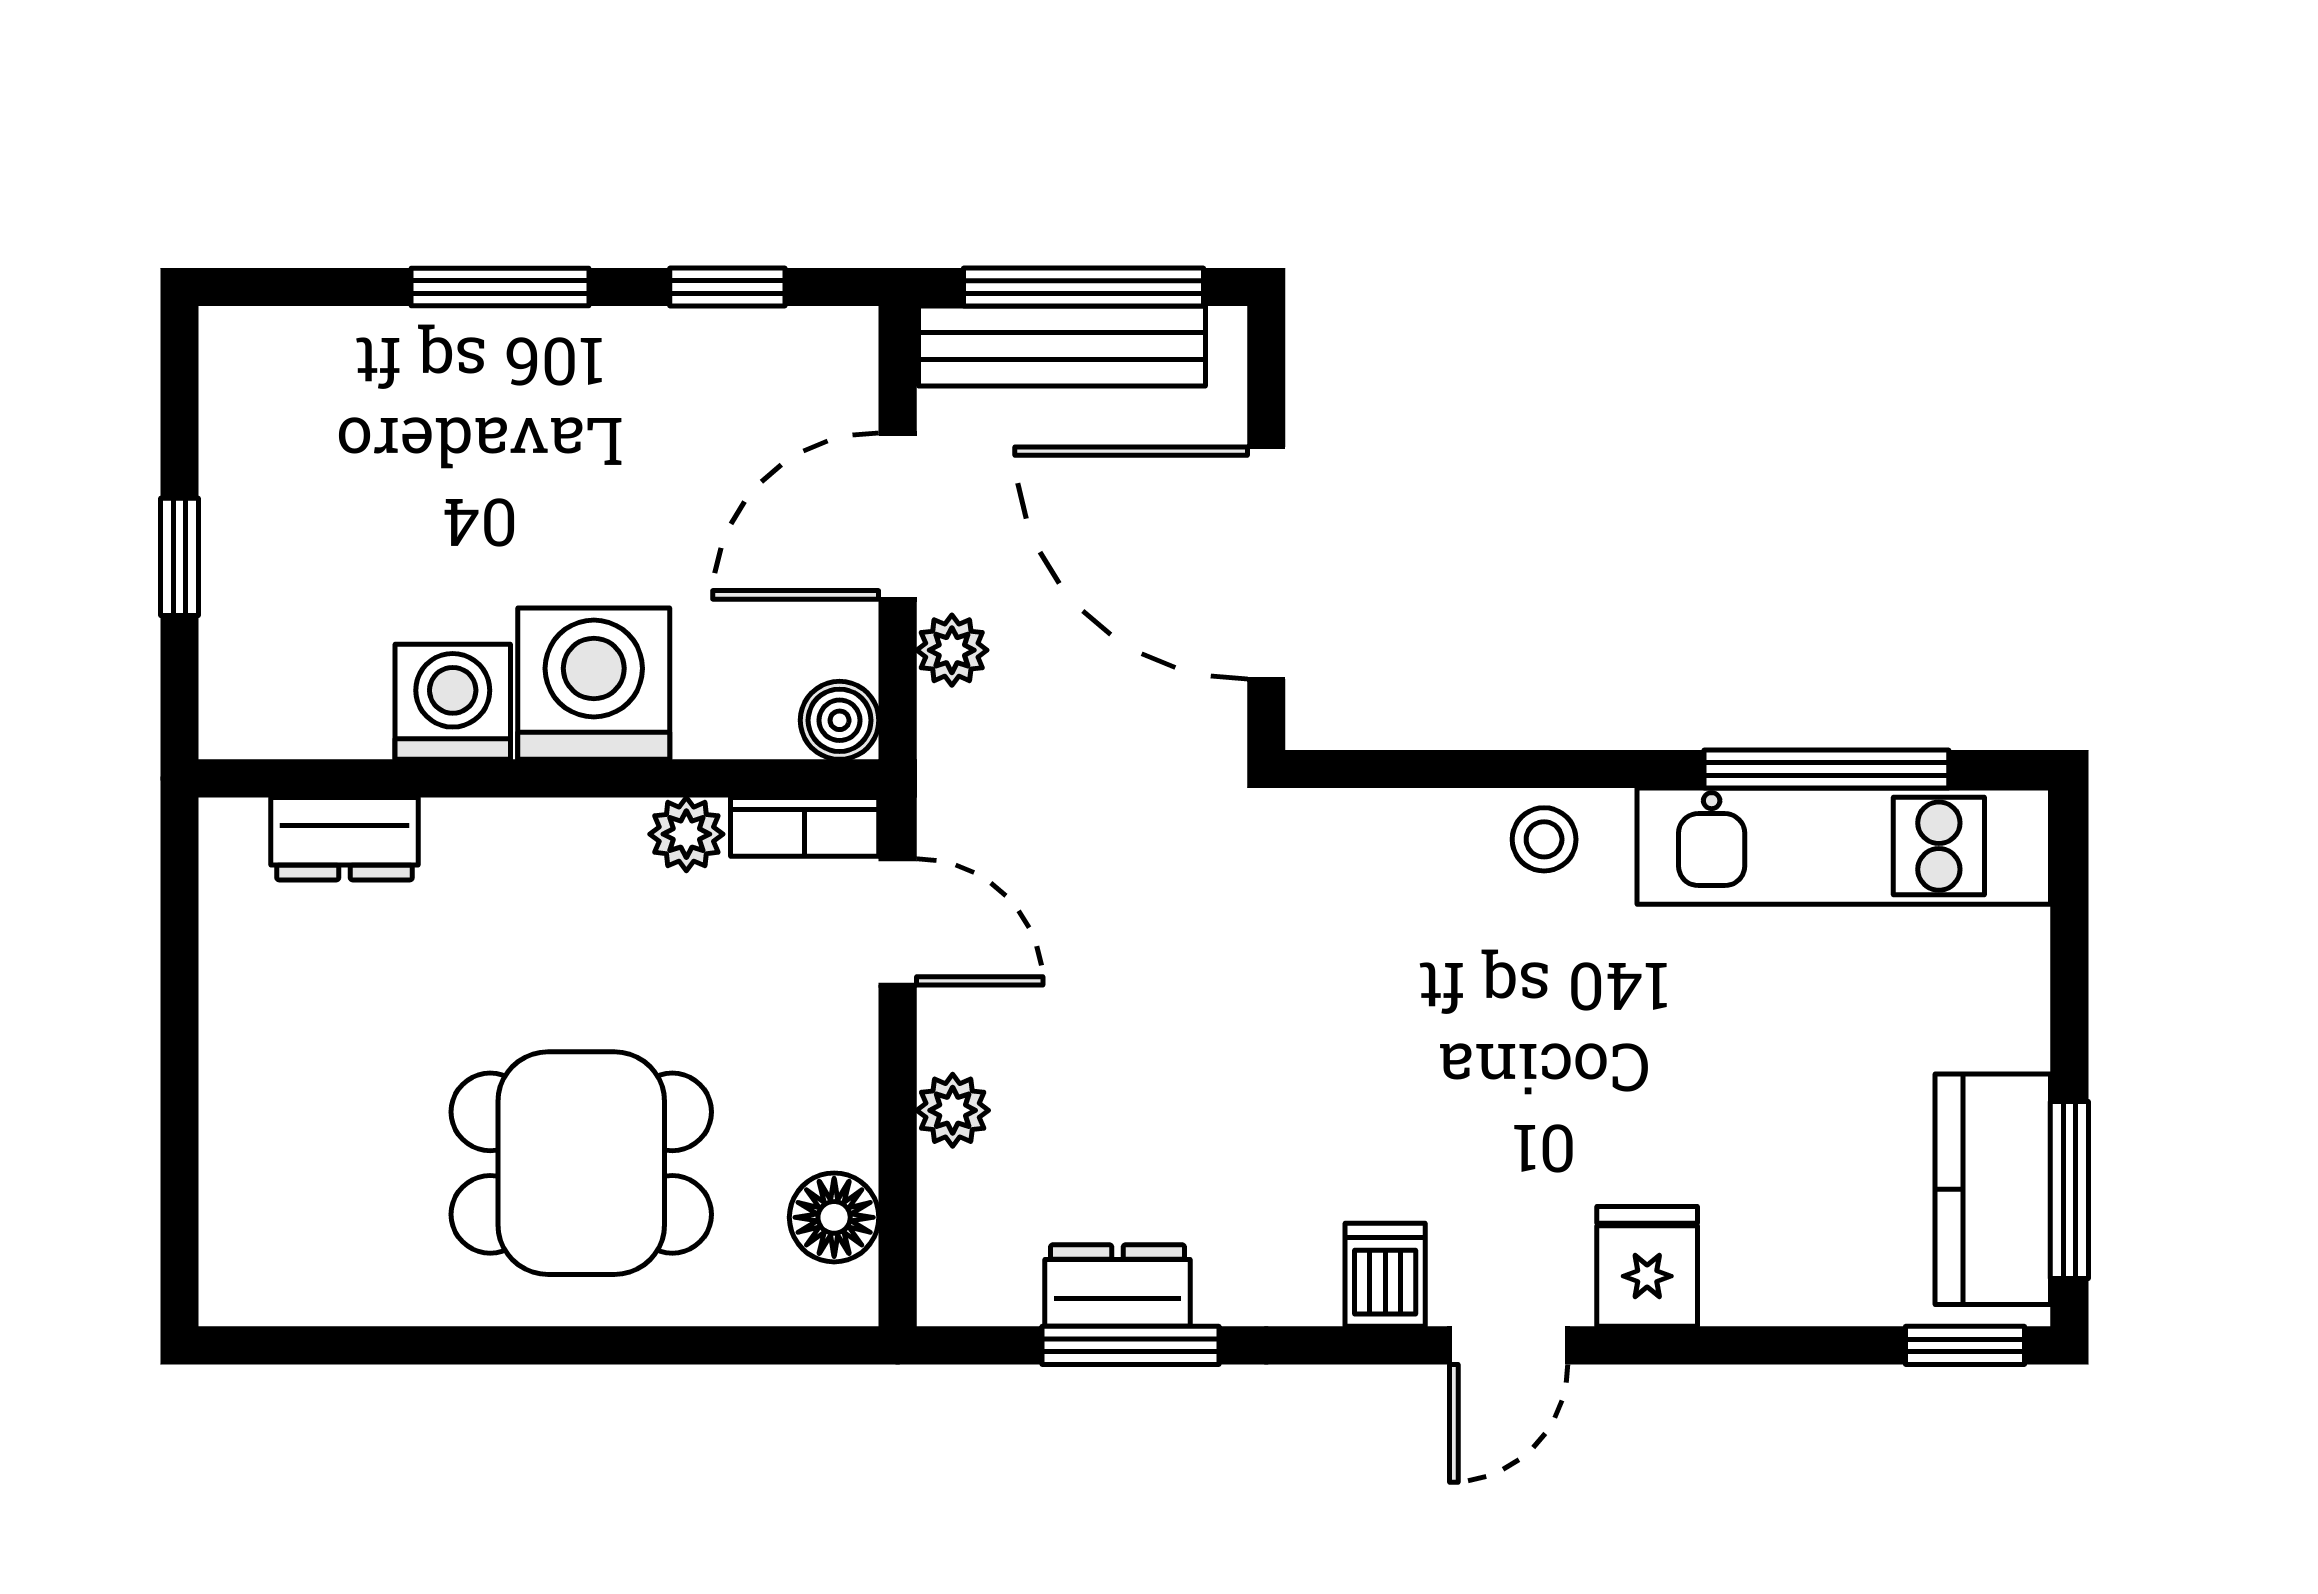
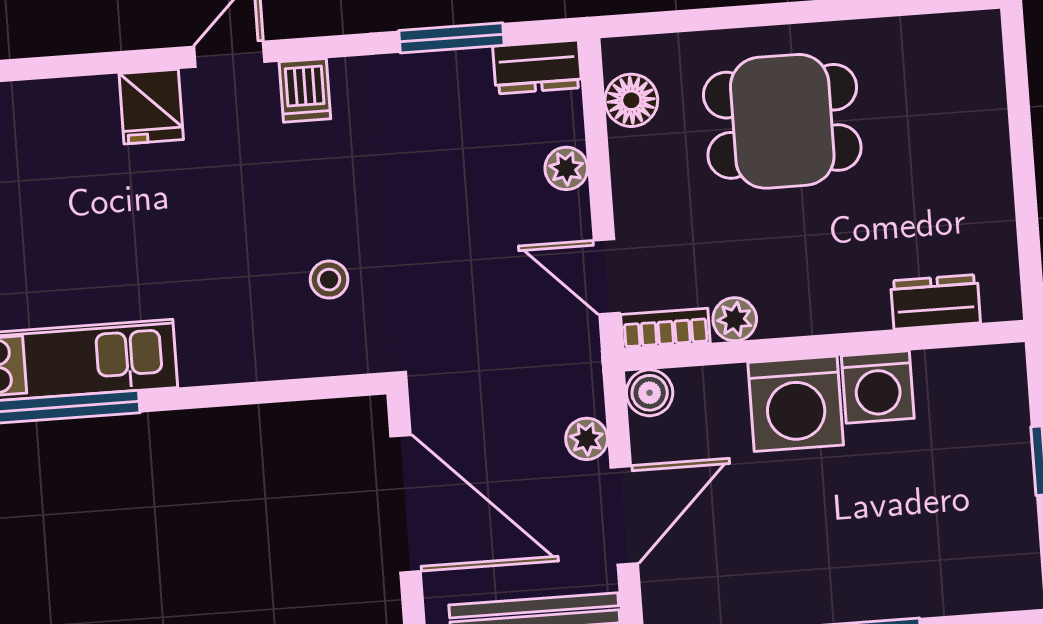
stool: (1544, 839) -> (329, 280), moved
dresser: (1117, 1286) -> (537, 67), moved

